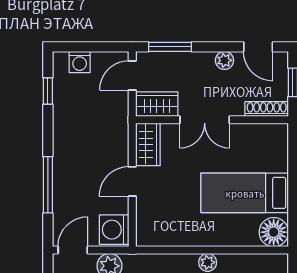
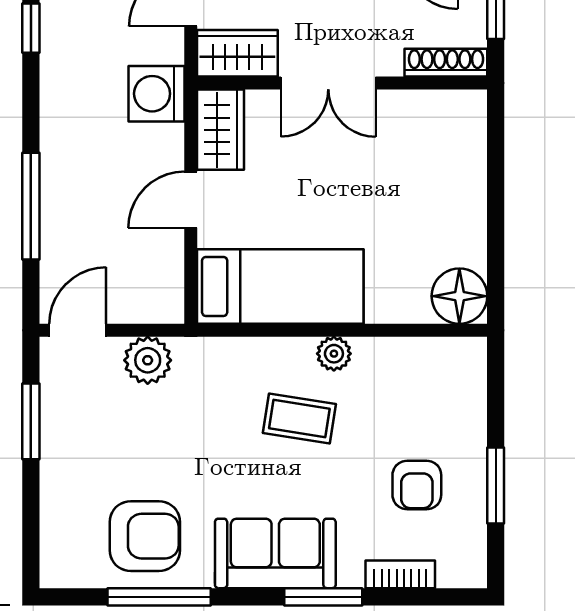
bed: (245, 193) -> (280, 286), moved, turned 180
washing machine: (114, 230) -> (157, 94), moved

